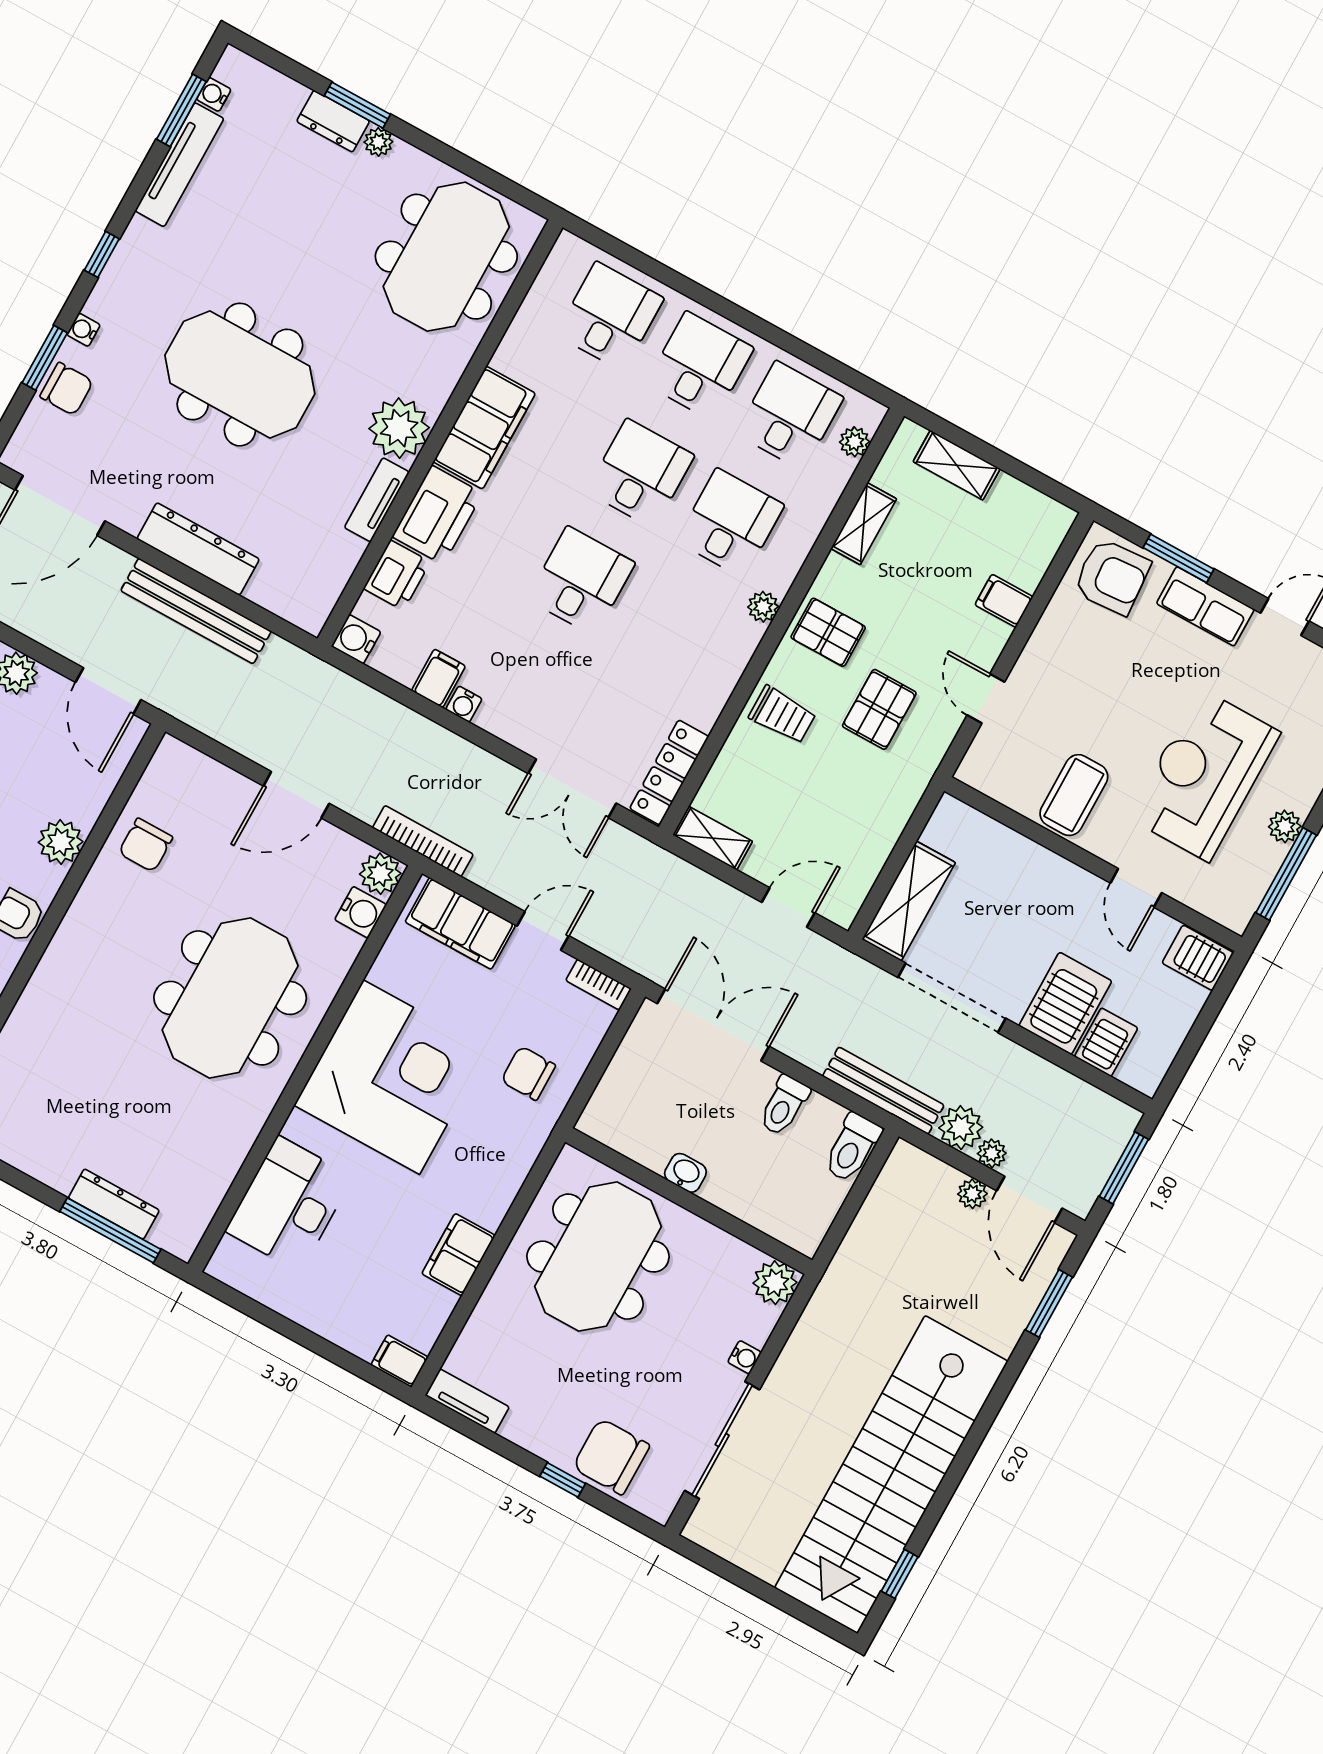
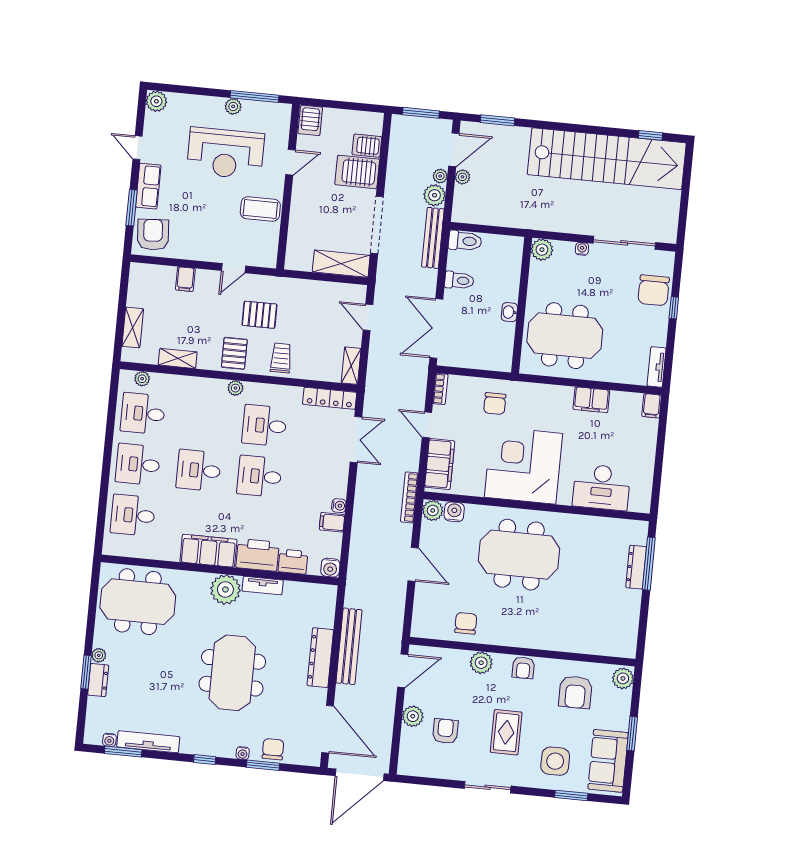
desk: (730, 523) -> (264, 425), moved
chair: (146, 845) -> (466, 623), turned -90

